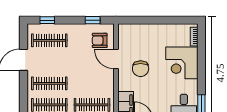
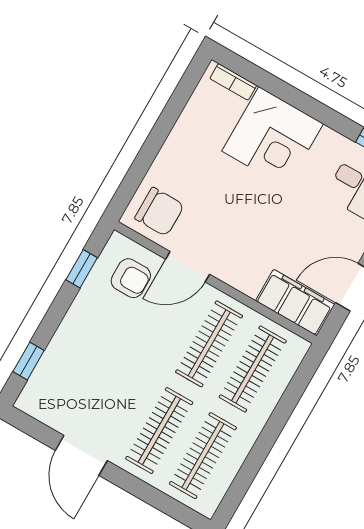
clothes rail: (49, 40) -> (209, 344), moved
armchair: (100, 40) -> (131, 278), turned -90
chair: (141, 69) -> (159, 212), moved

